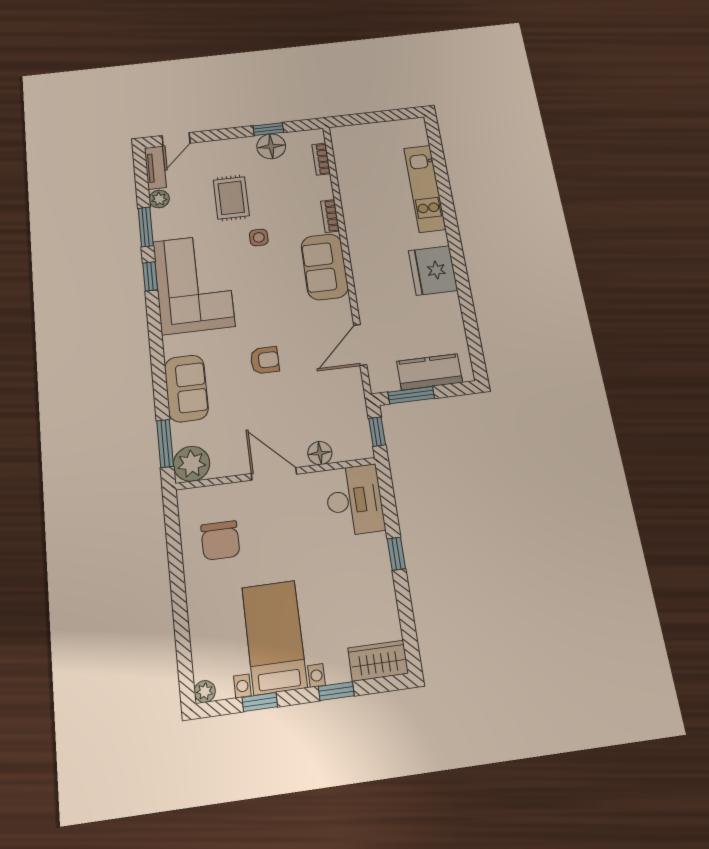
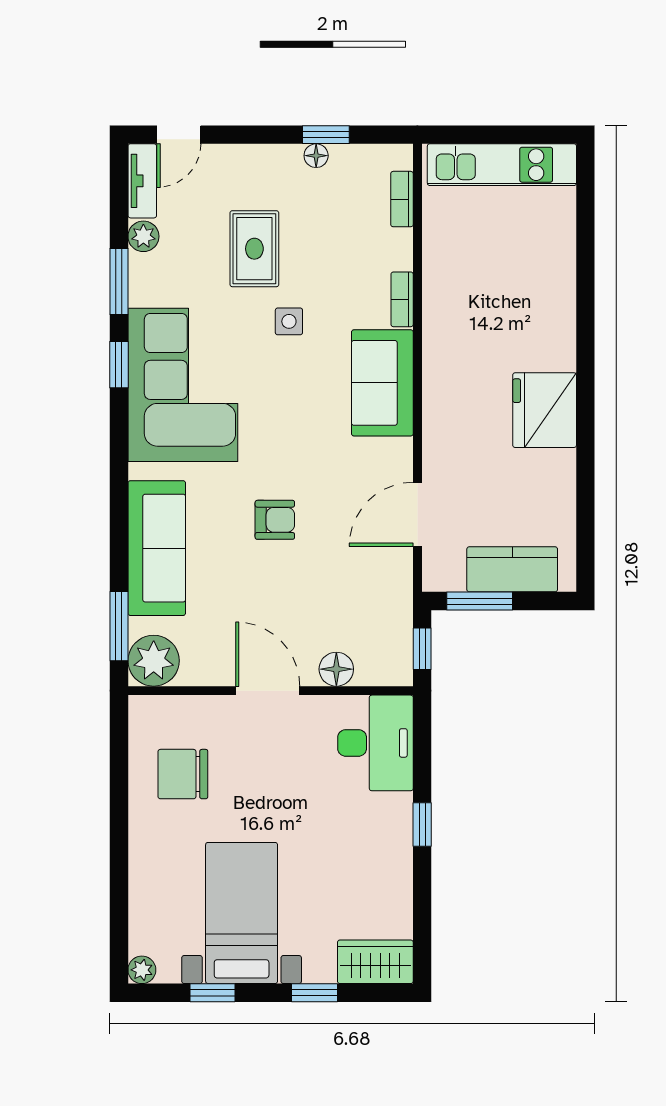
floor lamp: (271, 146) -> (316, 156), width x0.53, depth x0.53
kitchen unit: (425, 188) -> (502, 165), moved, turned -90
sofa: (186, 388) -> (157, 548), width x1.36
chair: (220, 540) -> (183, 774), turned 90

